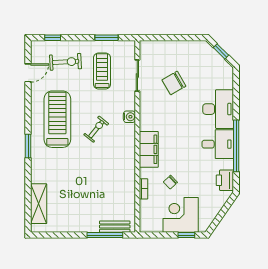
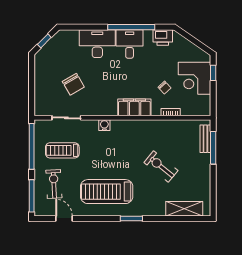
window: (53, 38) -> (32, 196), width x2.17
window: (107, 38) -> (32, 146), width x2.11
exercise bike: (96, 129) -> (161, 166), moved, width x1.38, depth x1.39

